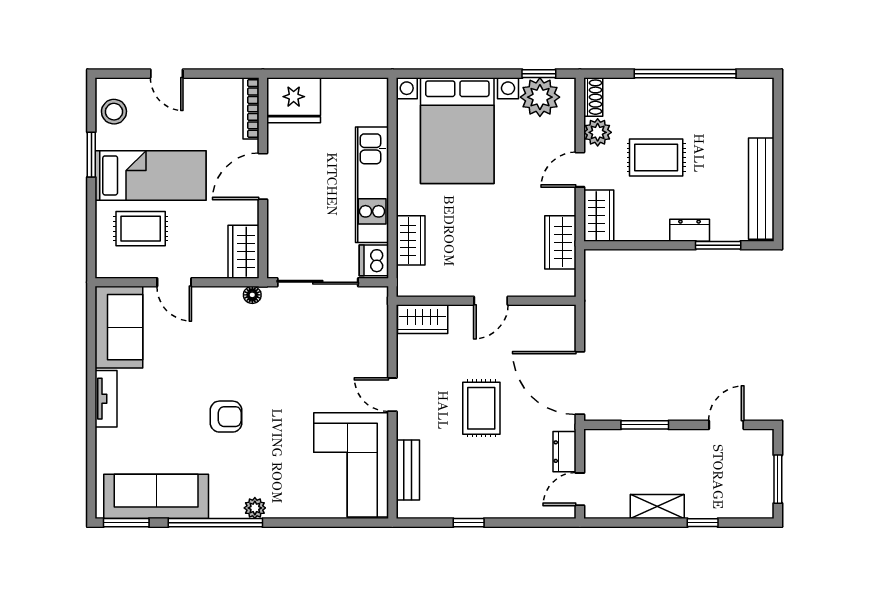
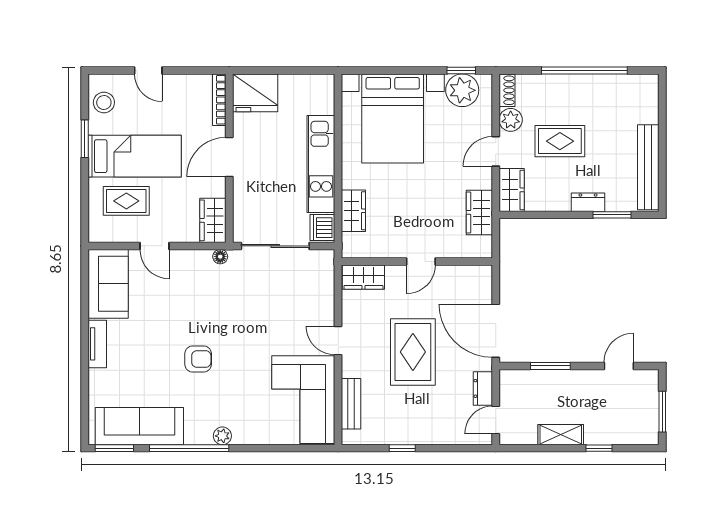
rug: (481, 408) -> (413, 352), width x1.36, depth x1.43

